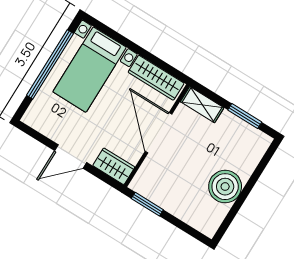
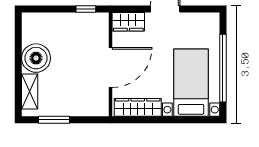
shelving: (202, 105) -> (30, 91), moved, turned 90
door: (158, 133) -> (111, 67), hinge flipped
window: (147, 204) -> (86, 9), width x0.67

